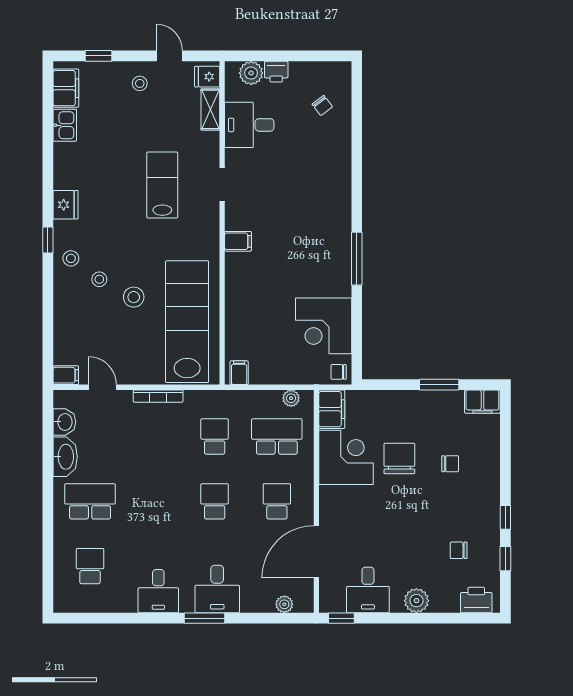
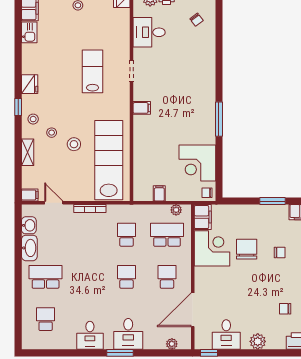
shelving: (210, 109) -> (28, 152), moved
filing cabinet: (239, 373) -> (159, 193), moved

